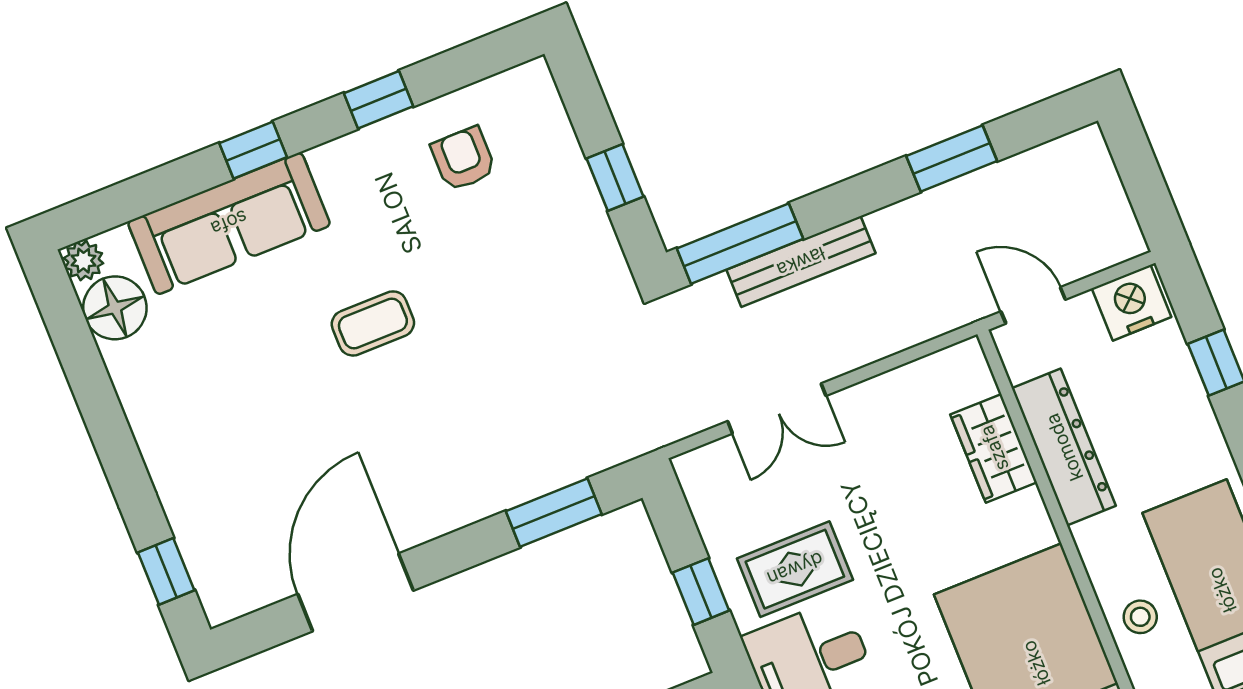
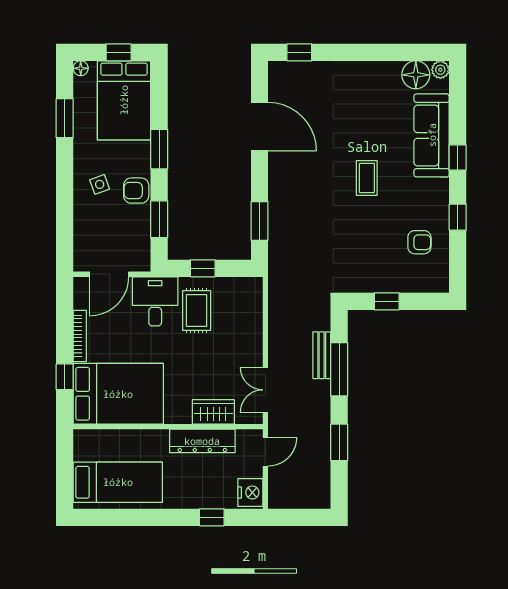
window: (740, 244) -> (339, 369), moved
bench: (801, 262) -> (322, 355), width x0.73
double door: (777, 408) -> (265, 390), moved
stool: (1140, 617) -> (120, 444), removed

